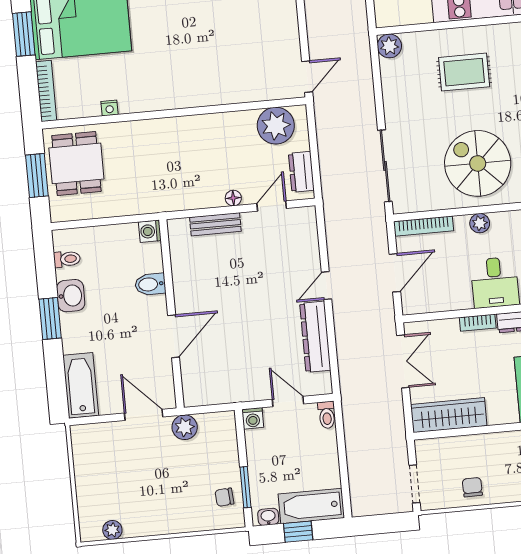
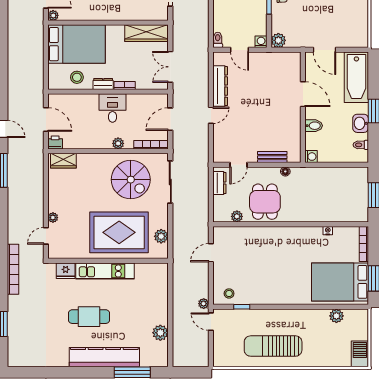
plant: (389, 46) -> (161, 236), moved
rug: (464, 72) -> (119, 232), width x1.86, depth x2.06
door: (307, 77) -> (211, 253), moved
plant: (276, 126) -> (237, 216), width x0.53, depth x0.53
dining table: (76, 163) -> (265, 202), moved
spiral stairs: (478, 163) -> (131, 180), moved
floor lamp: (233, 198) -> (285, 171), moved
door: (174, 336) -> (303, 94), swing flipped
bathtub: (81, 385) -> (356, 77), width x1.36, depth x1.36
plant: (185, 427) -> (278, 40), moved

